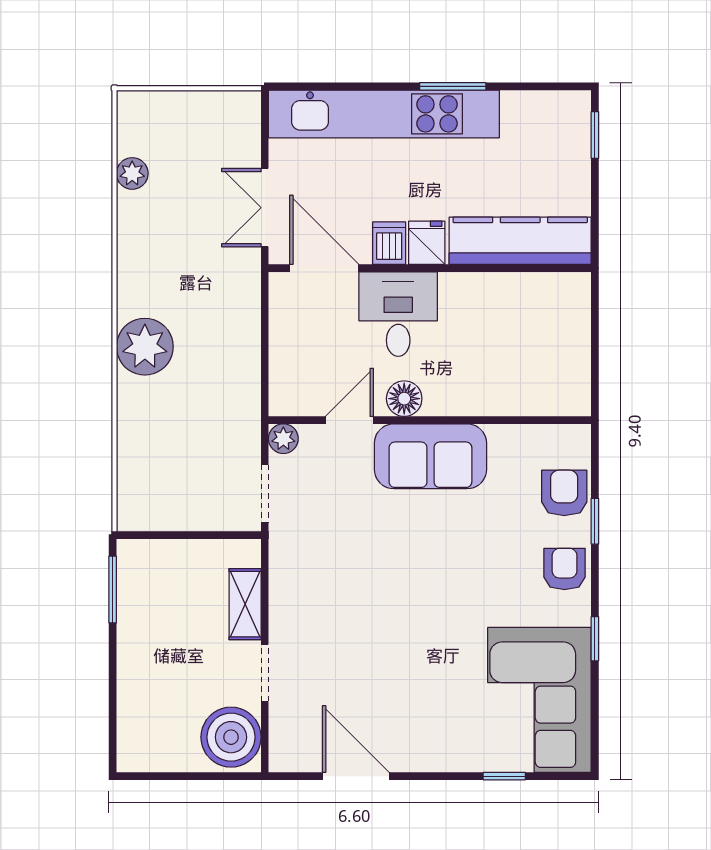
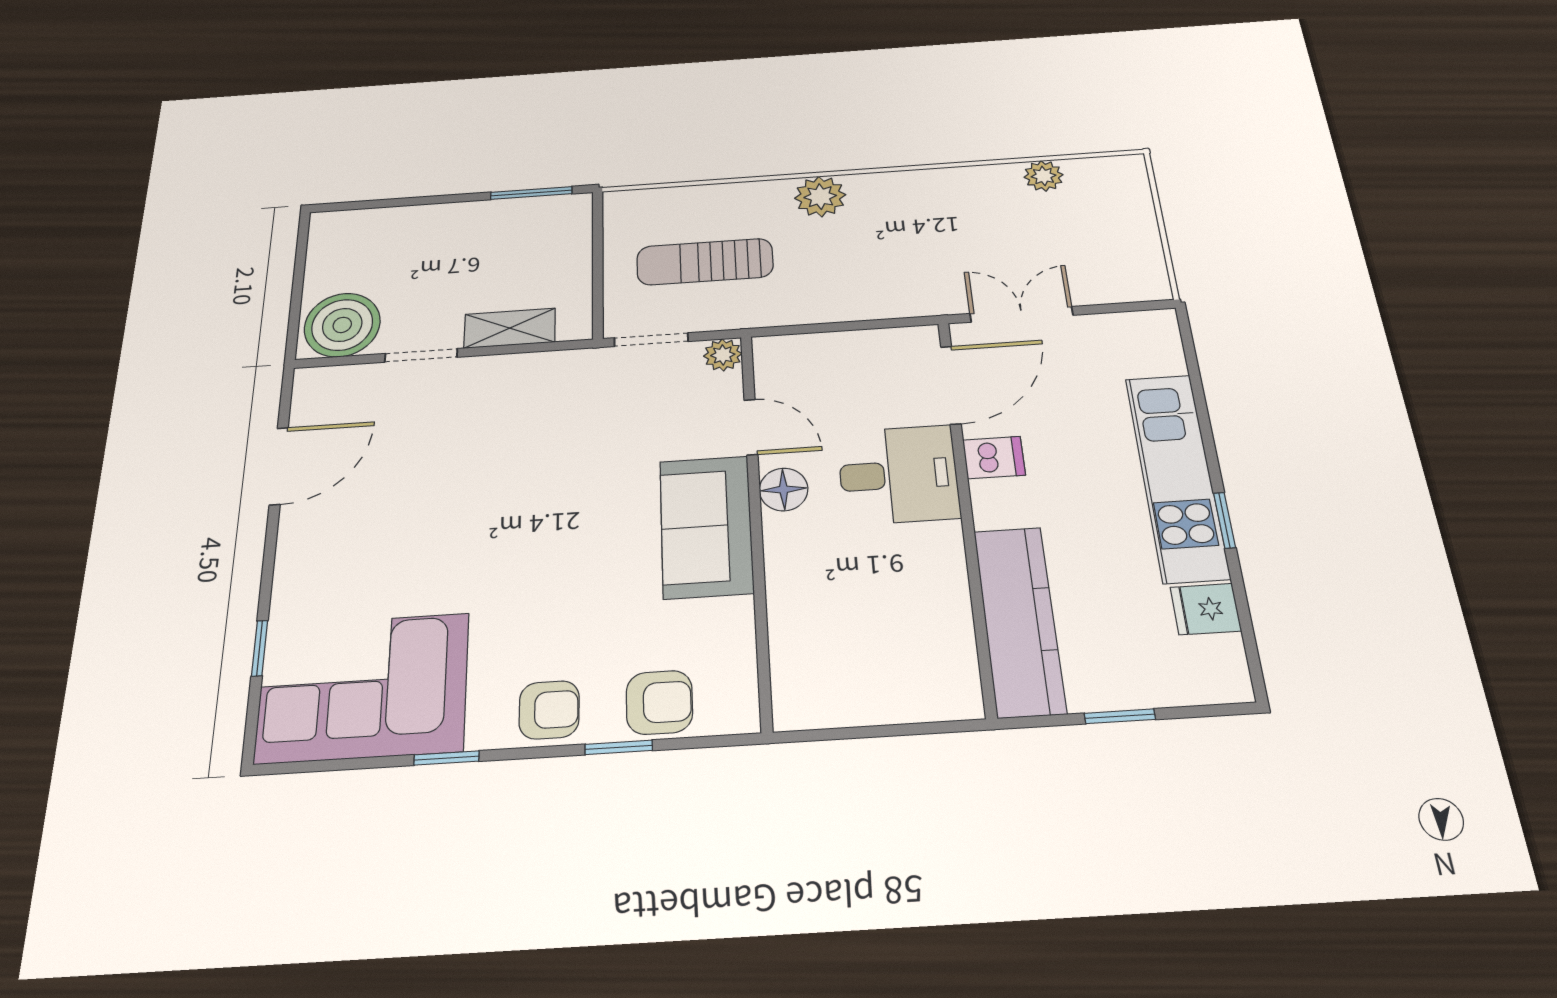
window: (453, 86) -> (1225, 520), width x0.67
kitchen unit: (384, 114) -> (1177, 476), width x0.73
window: (595, 135) -> (1120, 716), moved
fridge: (427, 243) -> (1206, 609), moved, turned 180
plant: (145, 347) -> (820, 197), width x0.73, depth x0.73
sun lounger: (194, 450) -> (705, 262), added

